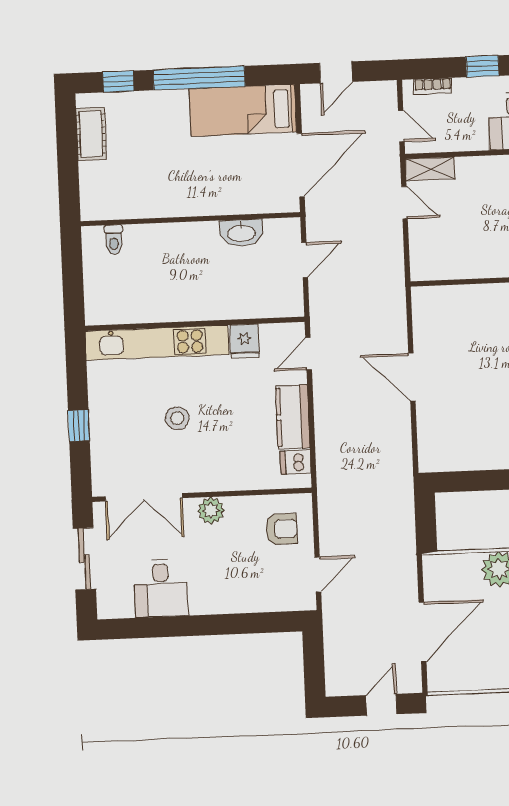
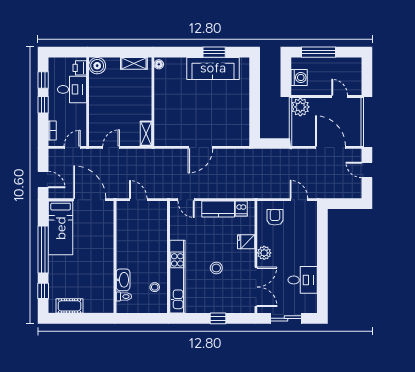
shelving: (430, 169) -> (146, 134), moved
washbasin: (241, 233) -> (123, 280), moved
stool: (135, 299) -> (155, 287), added
fridge: (245, 341) -> (246, 242), moved, turned 180

